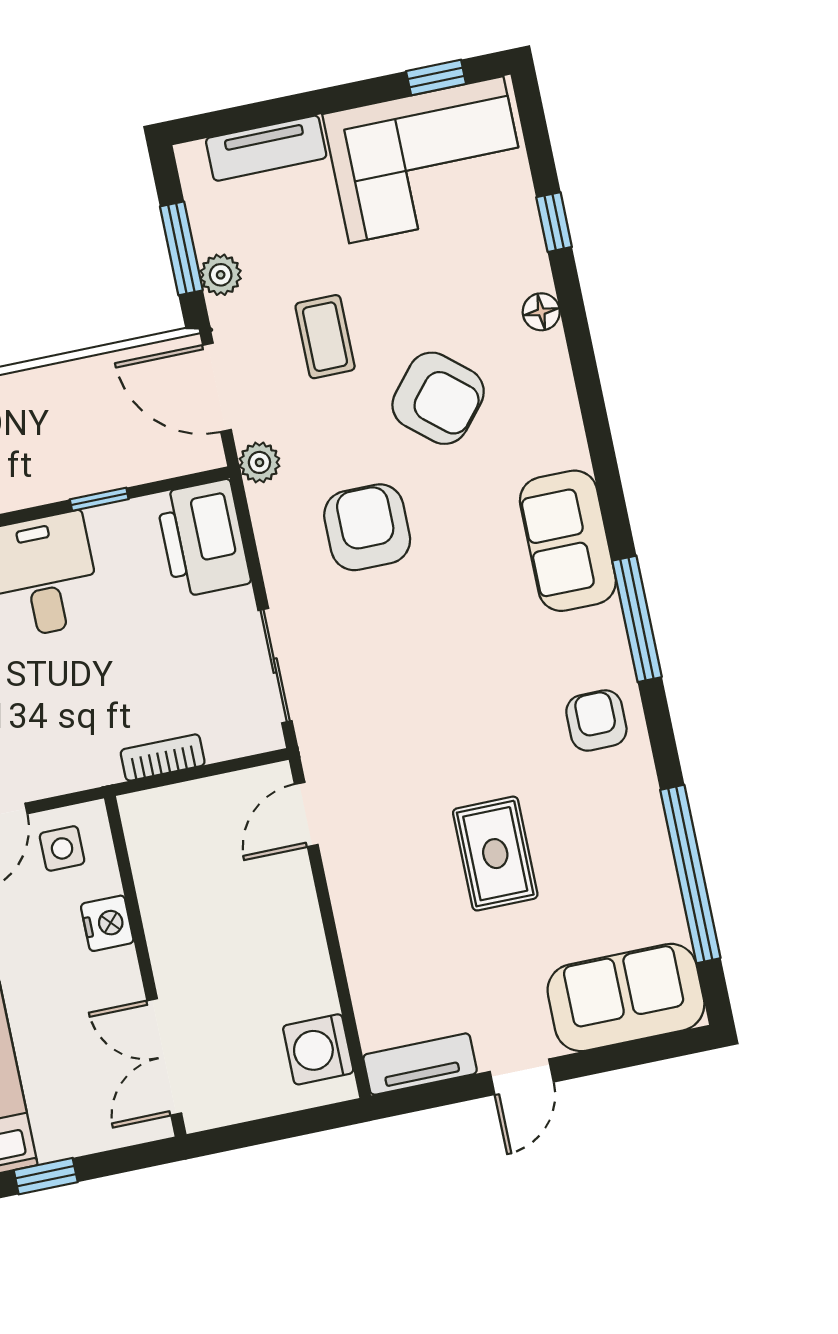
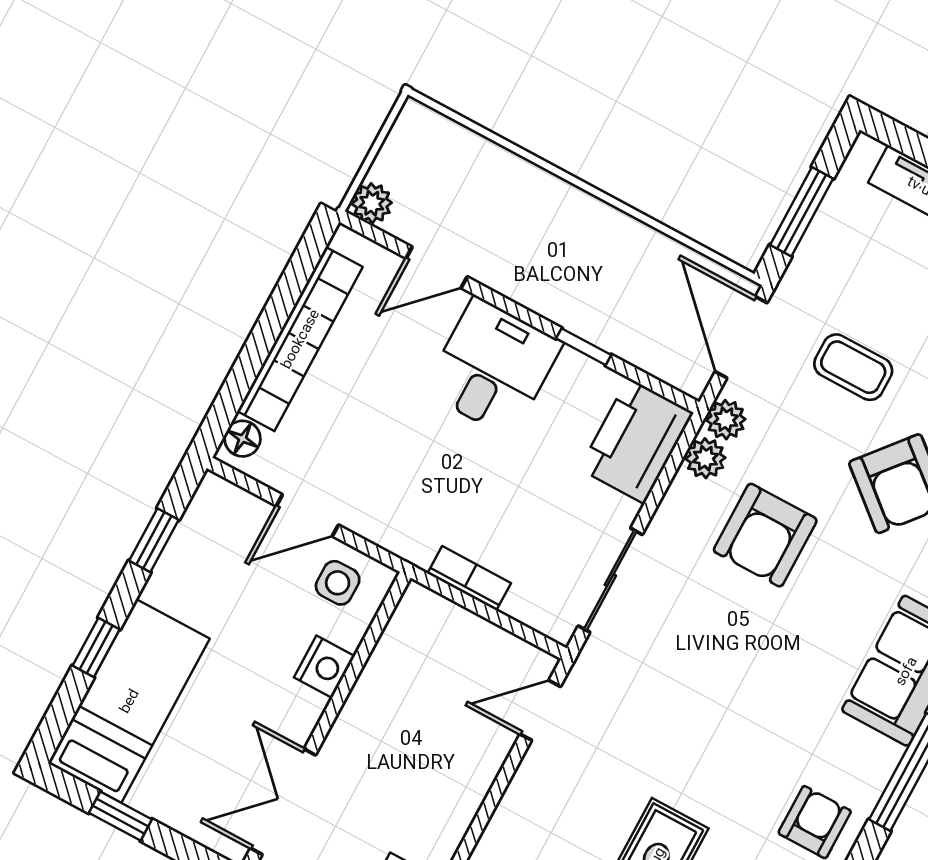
plant: (221, 275) -> (705, 458), moved
coffee table: (325, 337) -> (853, 367), turned 90
armchair: (367, 527) -> (765, 535), turned 180

